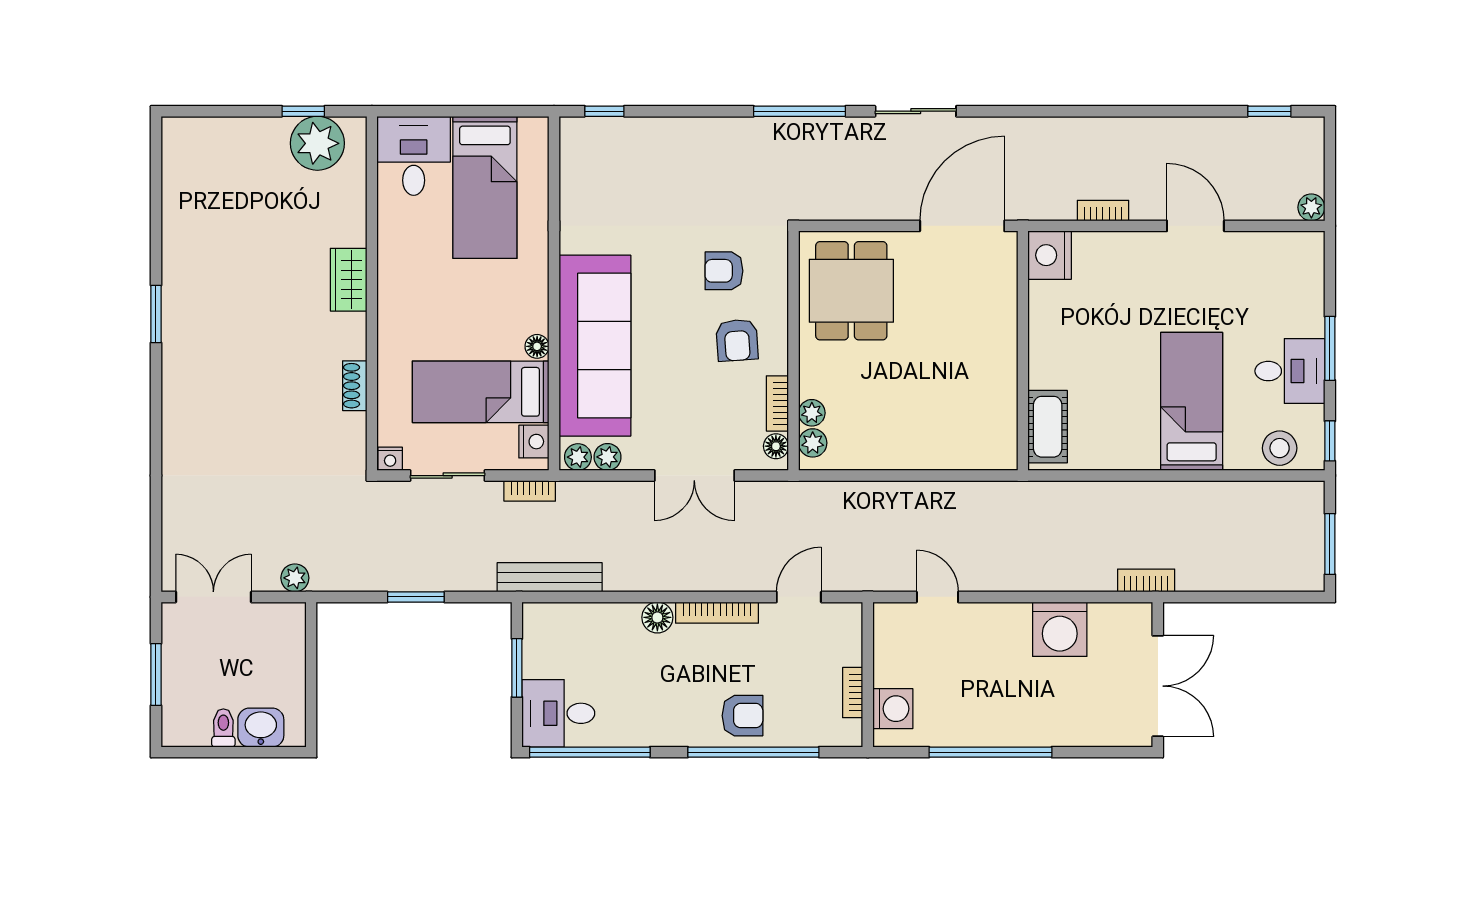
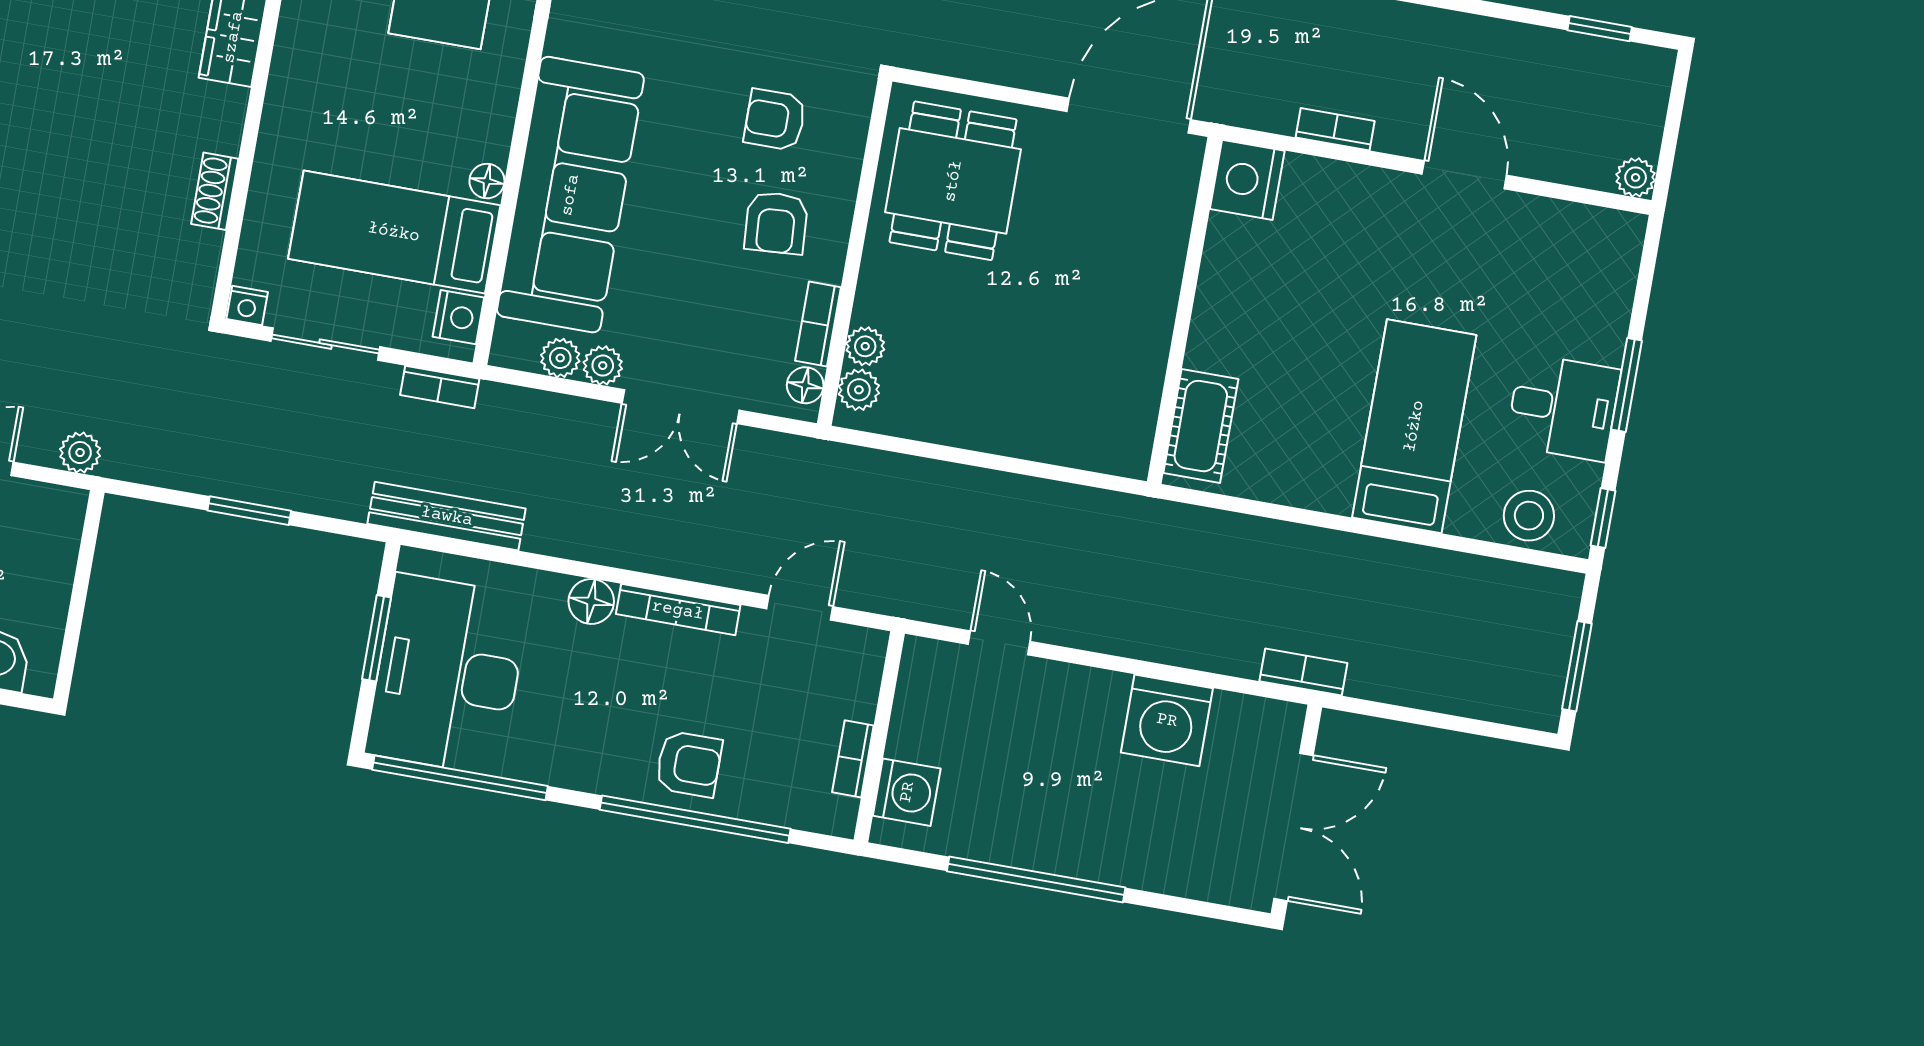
plant: (578, 457) -> (603, 366), moved
desk: (558, 713) -> (448, 675), width x1.87, depth x1.30

